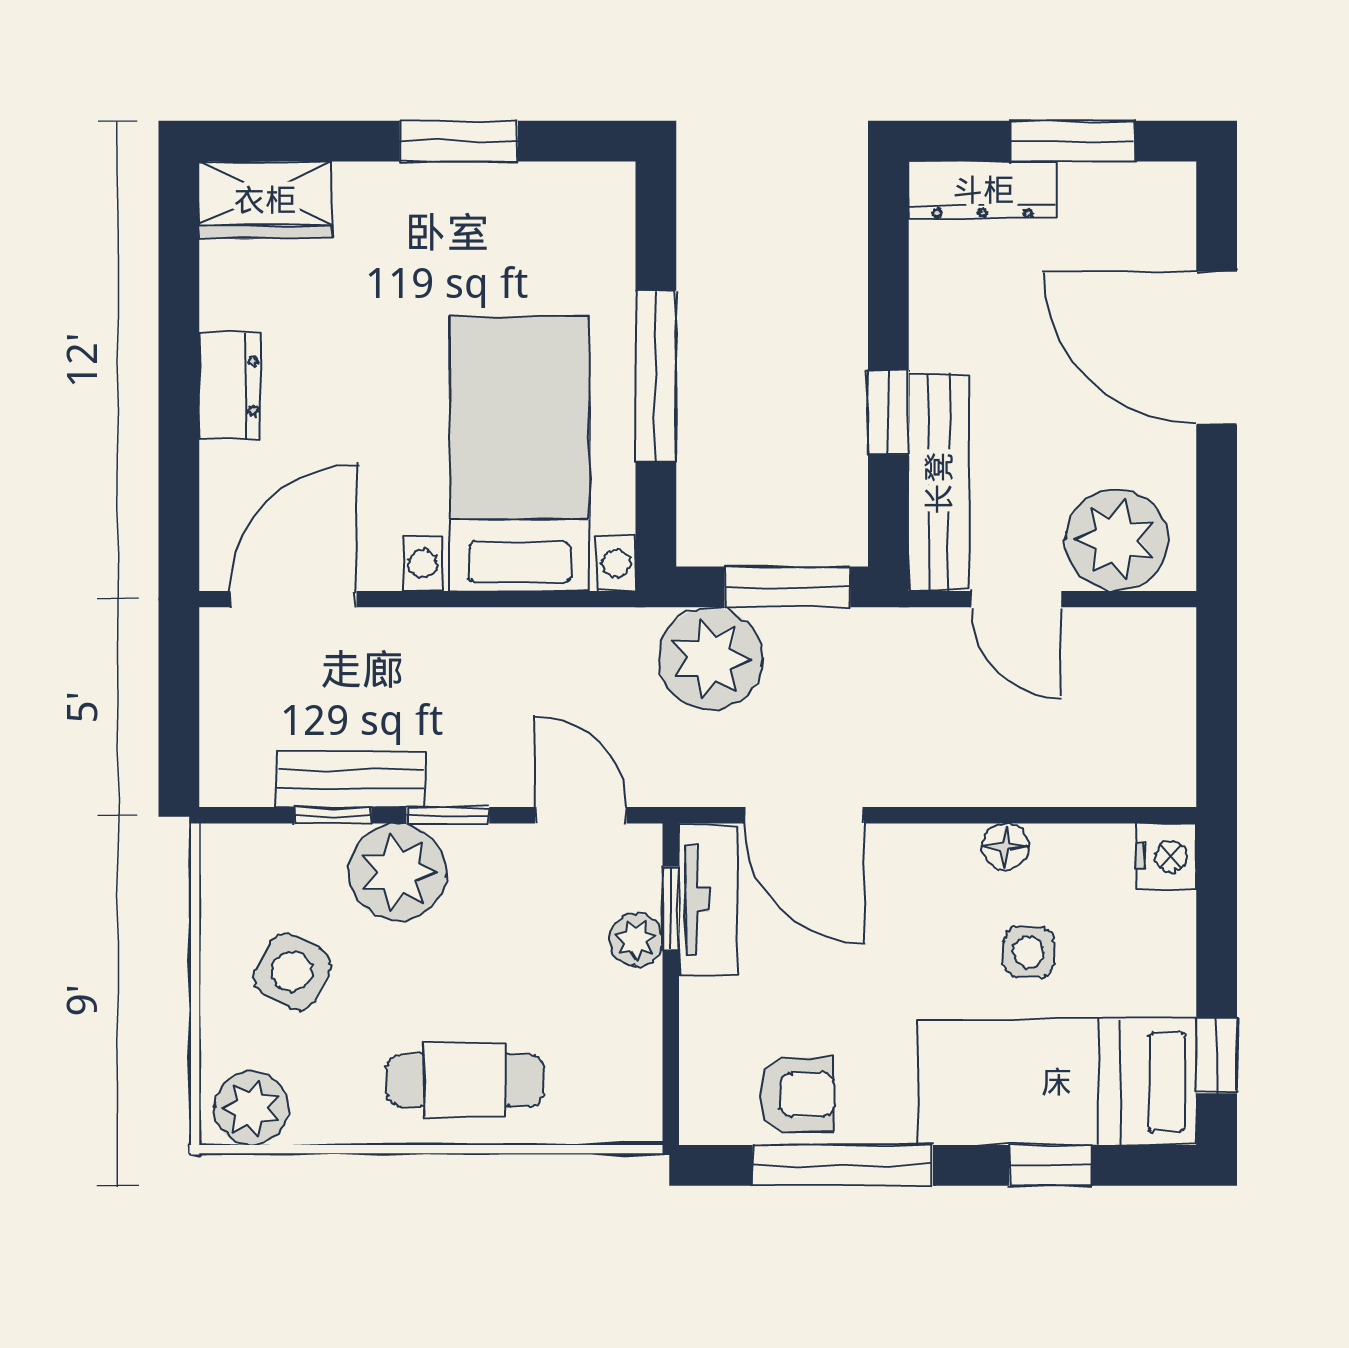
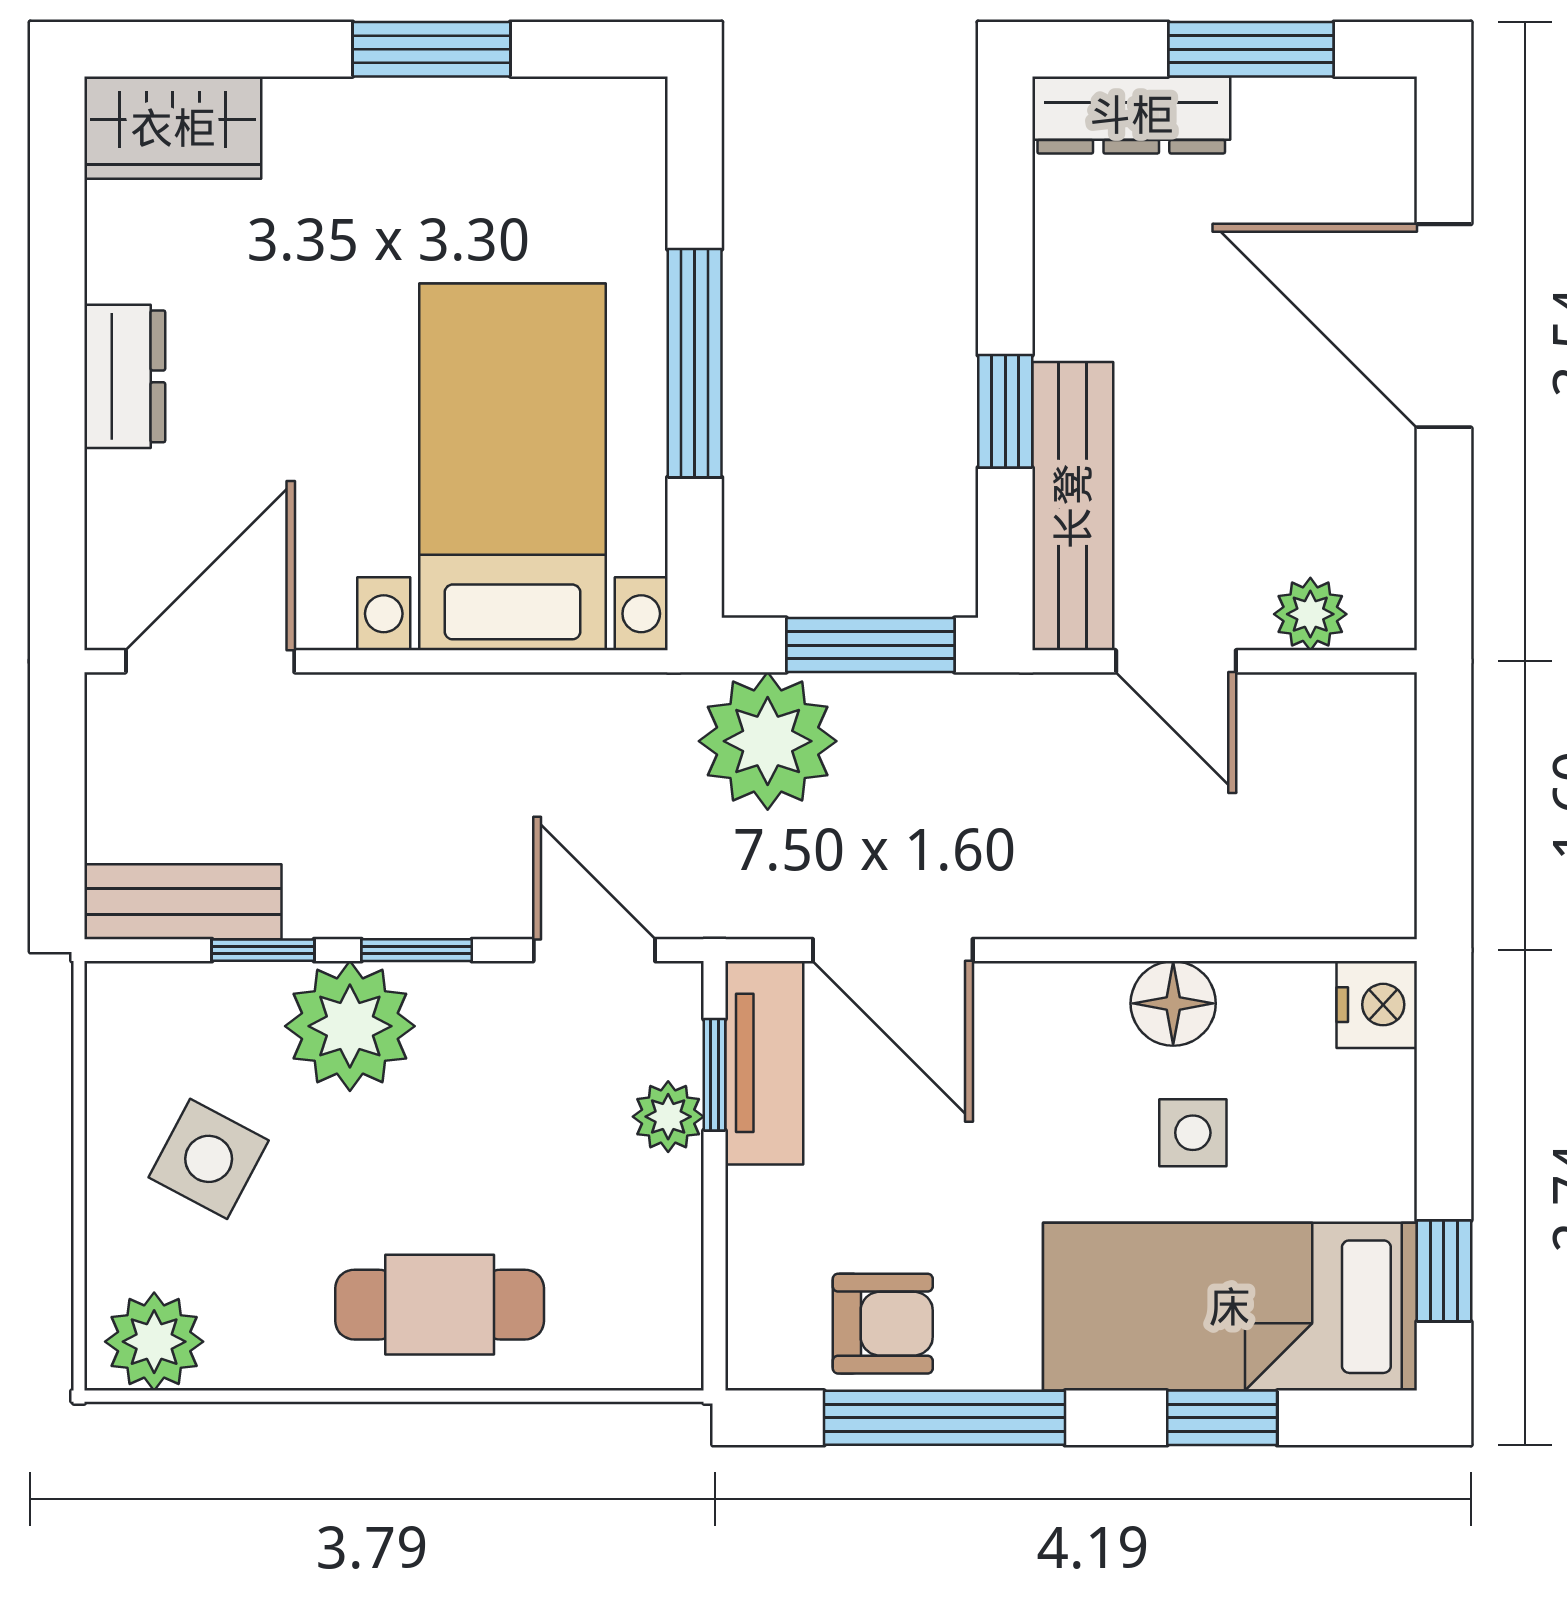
plant: (1117, 540) -> (1310, 614), width x0.53, depth x0.53
bench: (351, 779) -> (183, 902), moved
floor lamp: (1005, 847) -> (1173, 1003), width x1.37, depth x1.37

